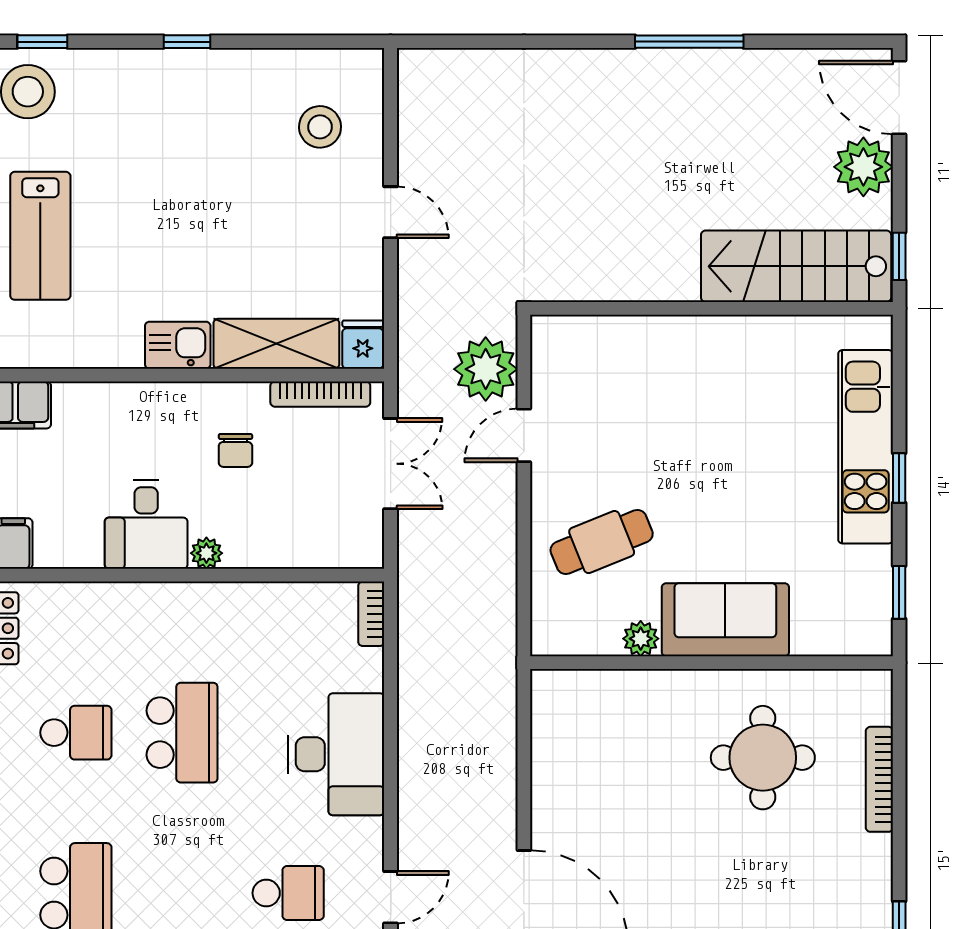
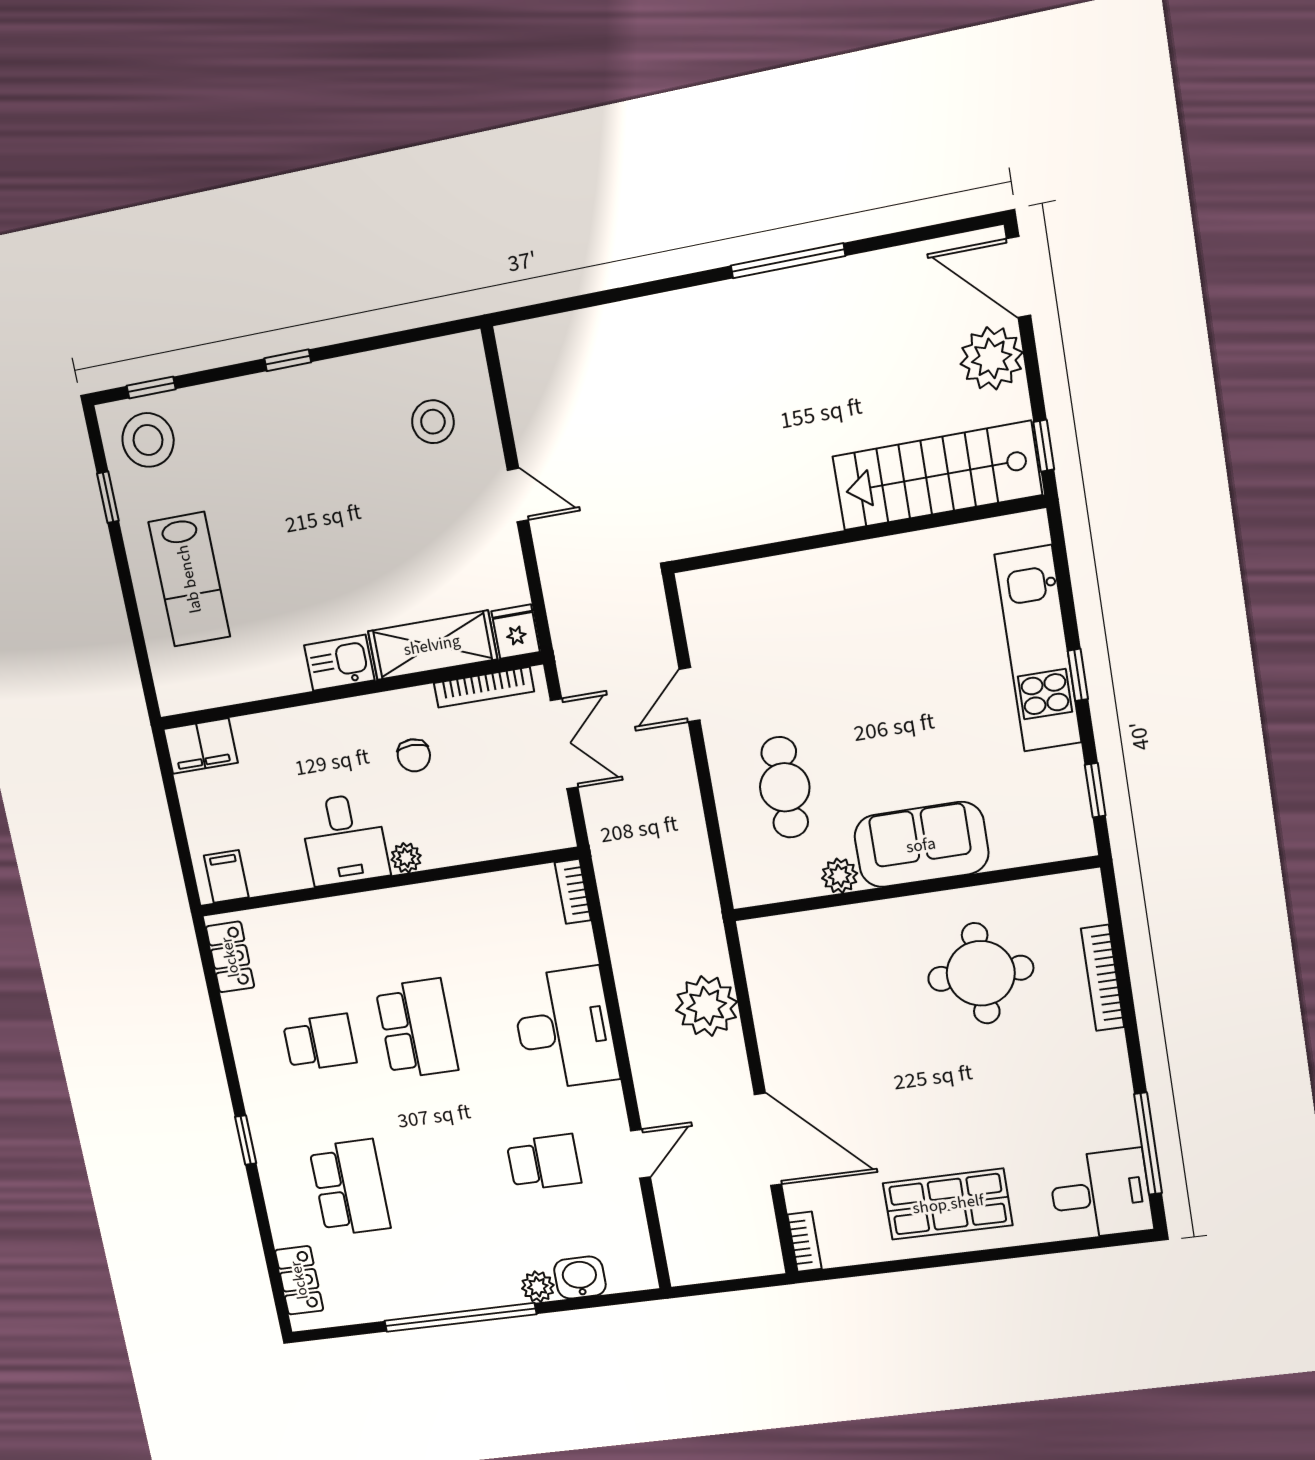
plant: (486, 369) -> (707, 1006), moved
cafe table: (602, 542) -> (785, 787), turned -68

